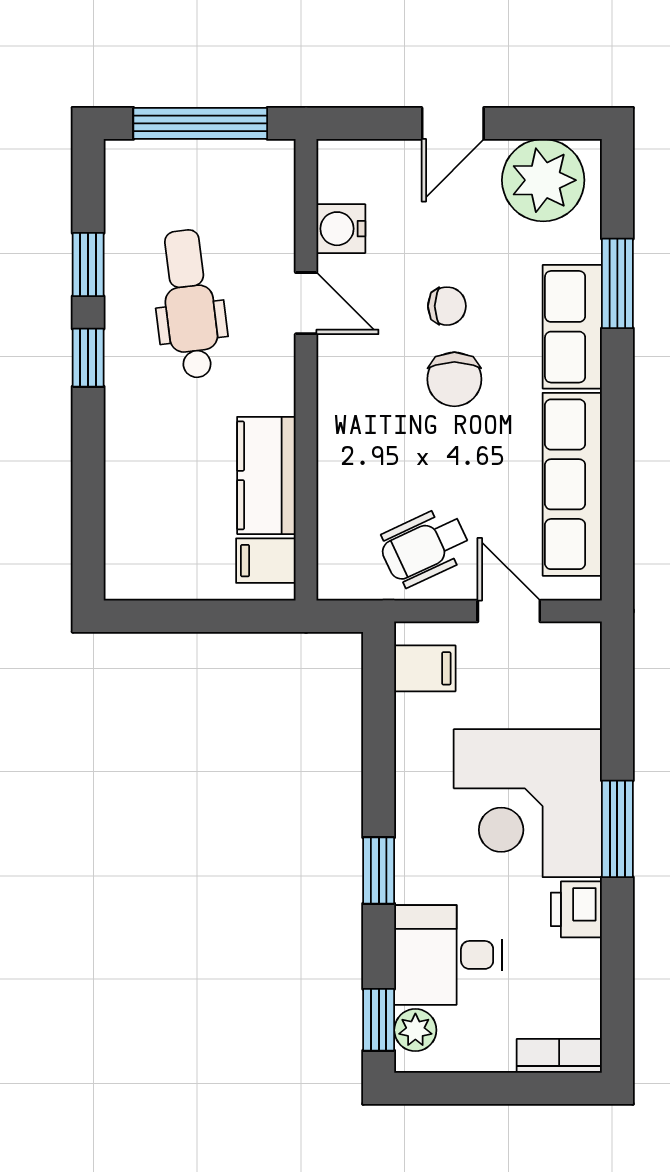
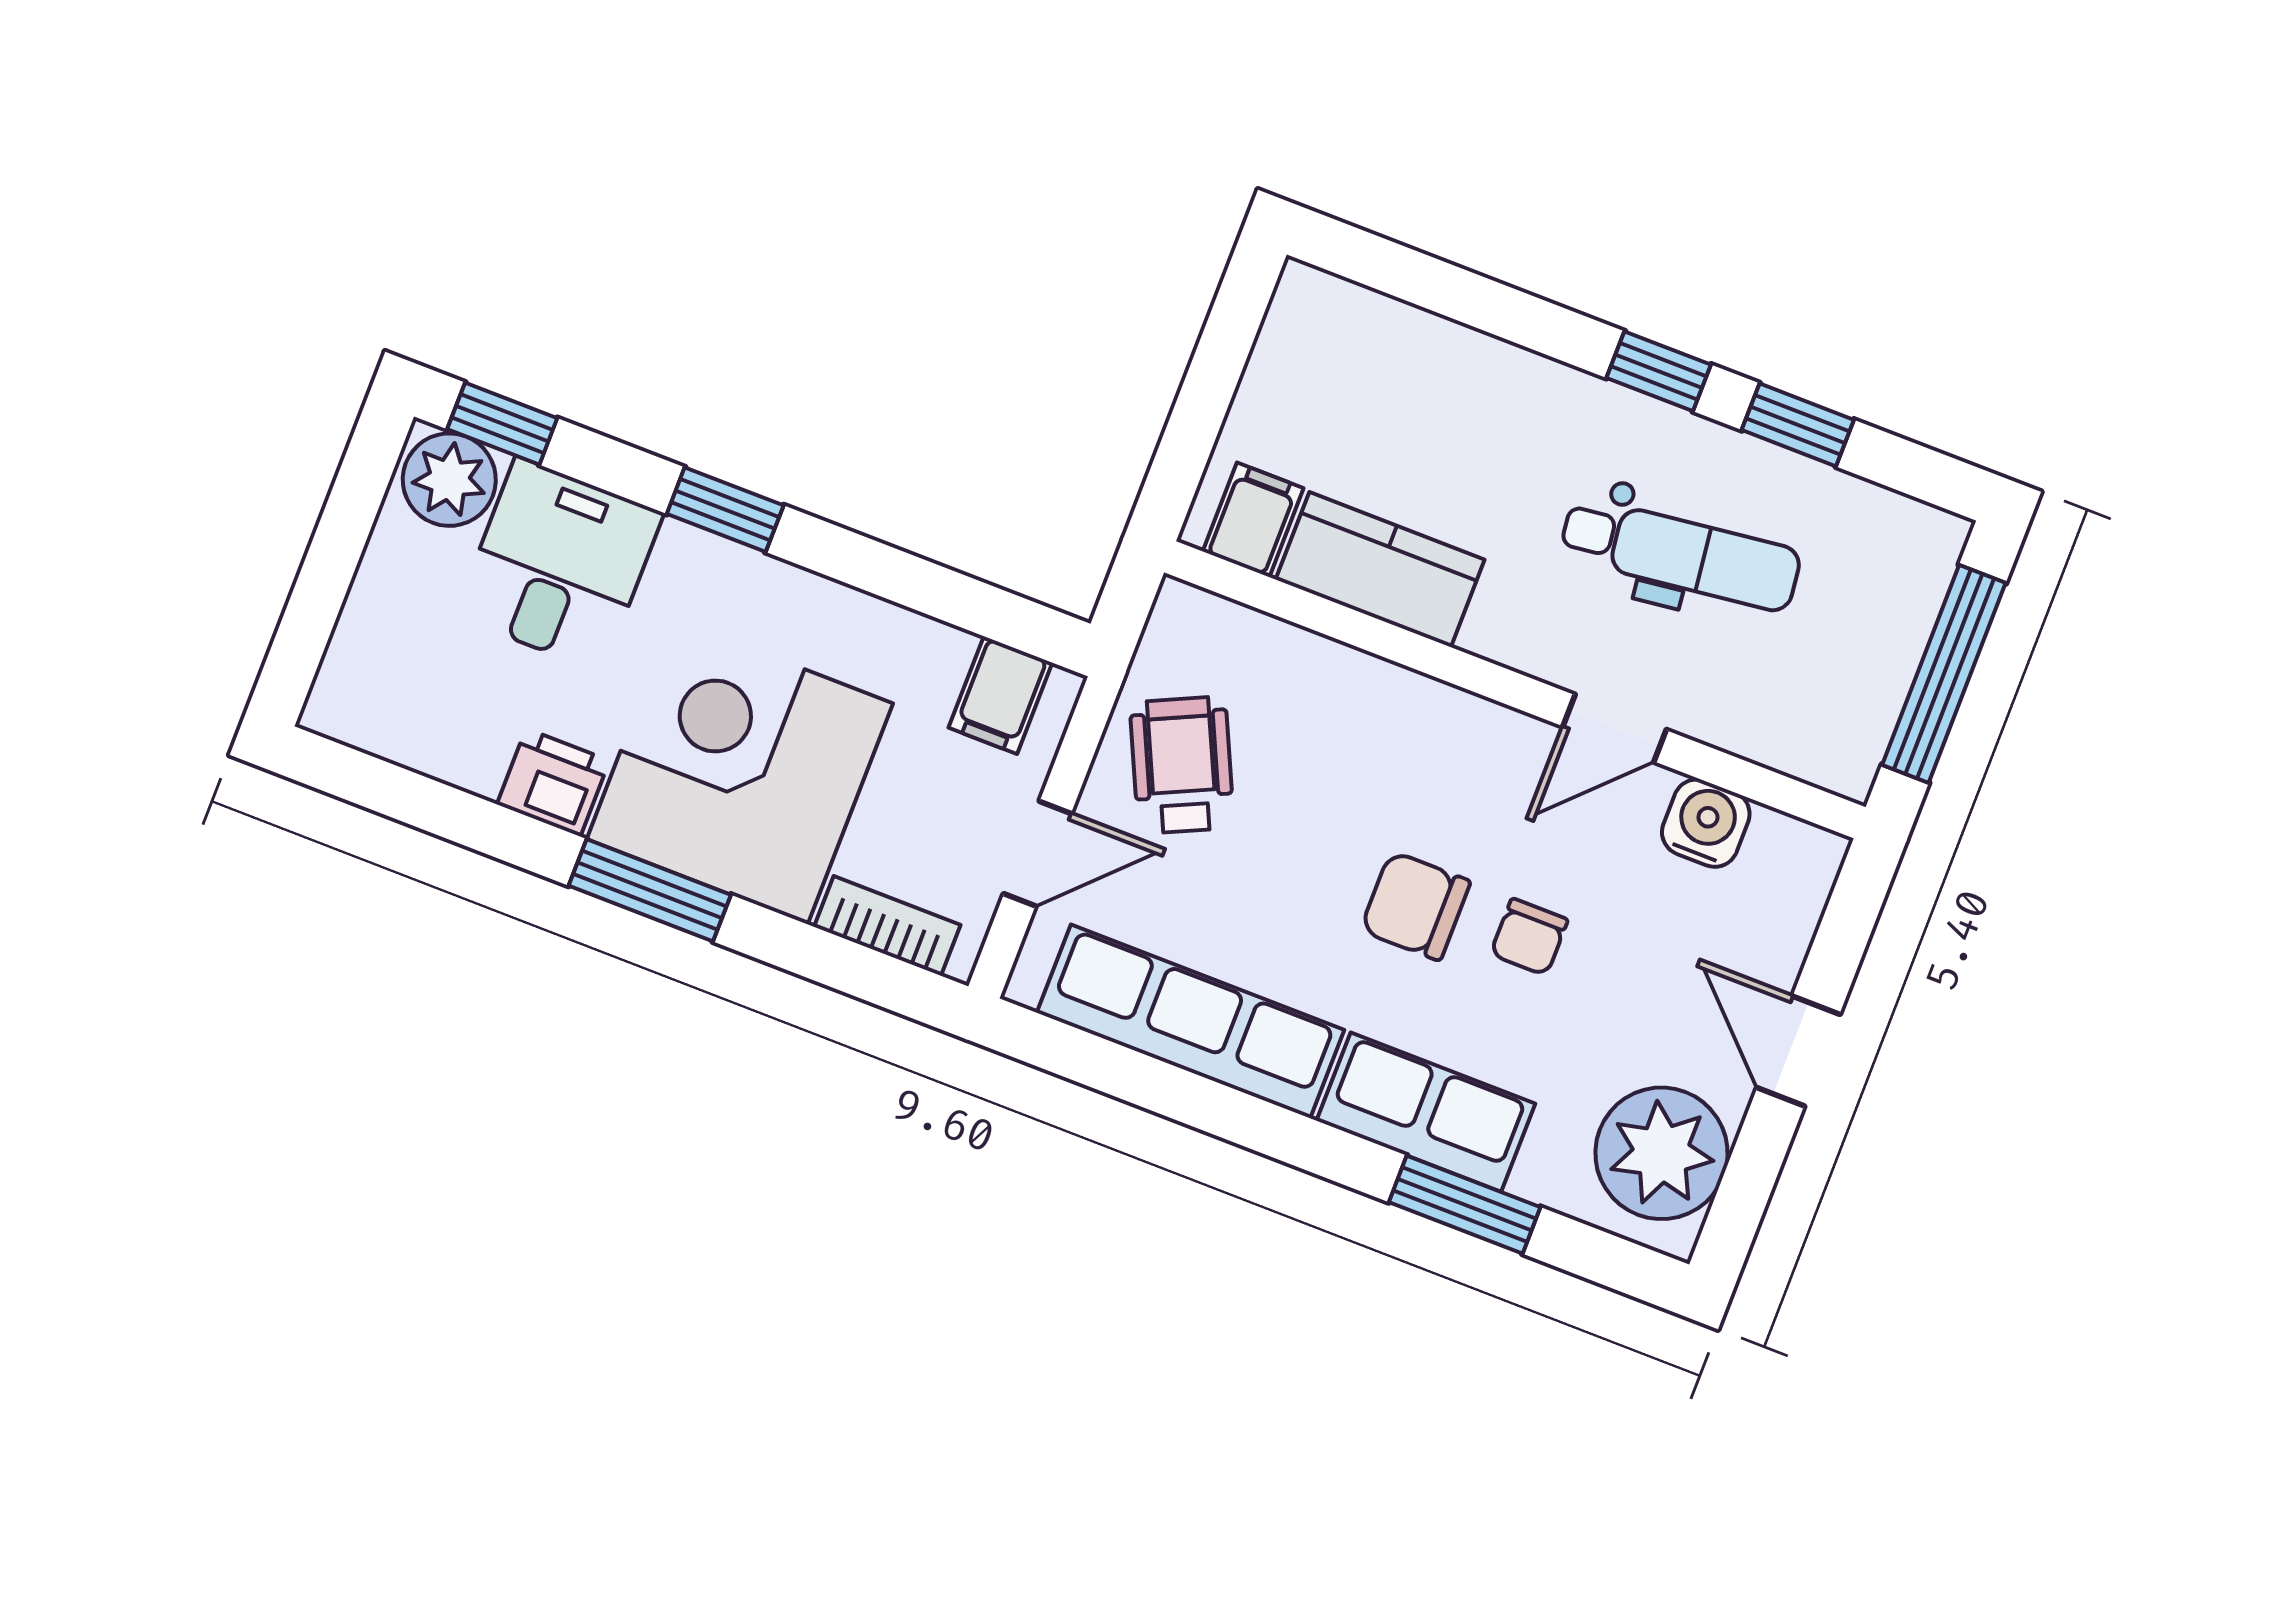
plant: (415, 1030) -> (449, 480), width x1.38, depth x1.38
bookcase: (559, 1056) -> (887, 926), moved, turned -90

